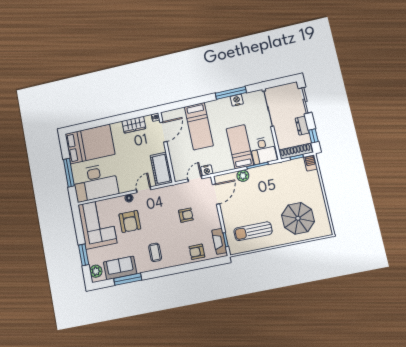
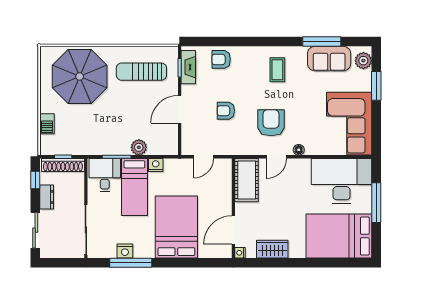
bed: (199, 126) -> (176, 227), width x1.50
barbecue: (311, 163) -> (47, 124), moved
nightstand: (207, 170) -> (156, 165), moved
door: (216, 194) -> (180, 109), moved
parasol: (298, 218) -> (80, 76), width x1.36, depth x1.36
armchair: (130, 222) -> (271, 123), moved
sun lounger: (253, 231) -> (141, 72), turned 180
armchair: (197, 252) -> (221, 59), turned 180

